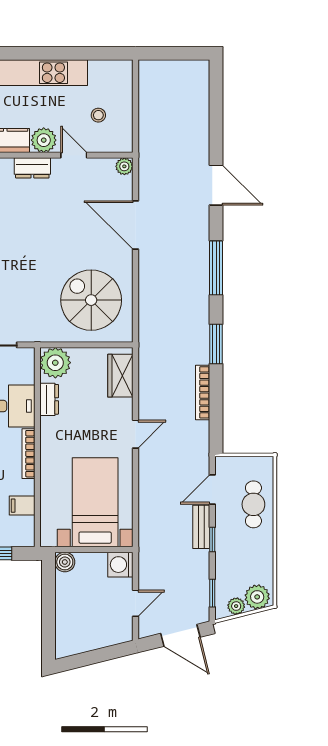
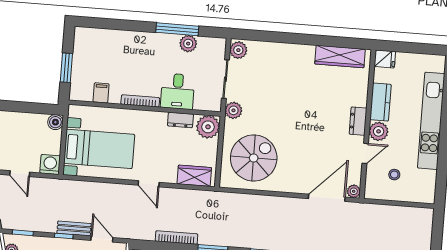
door: (135, 225) -> (327, 198), moved
plant: (31, 331) -> (233, 110), added

